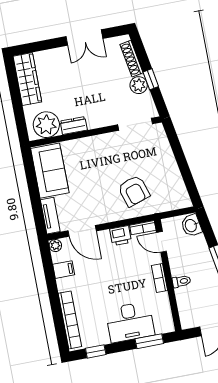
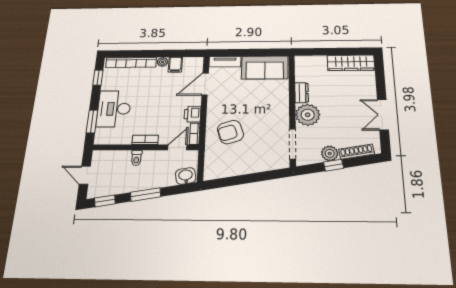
plant: (46, 125) -> (308, 115), moved
plant: (55, 246) -> (163, 62), moved

